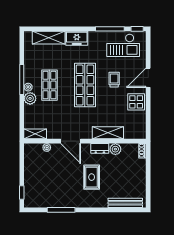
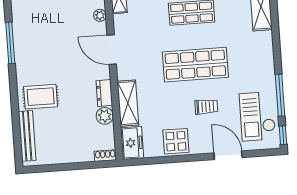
freezer: (77, 38) -> (132, 143), moved, turned 180
door: (148, 78) -> (228, 155), moved
door: (71, 141) -> (112, 50), hinge flipped
rug: (92, 177) -> (41, 97), moved

